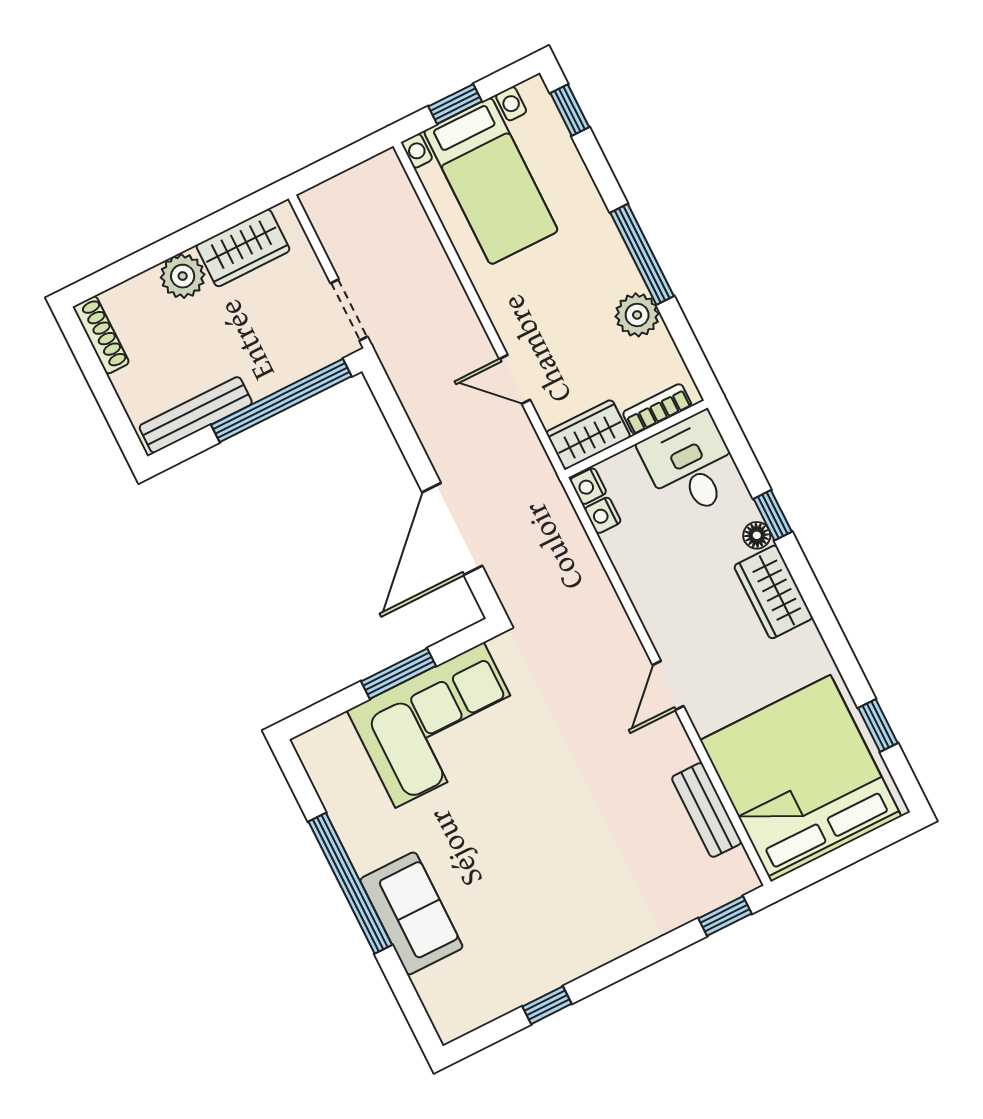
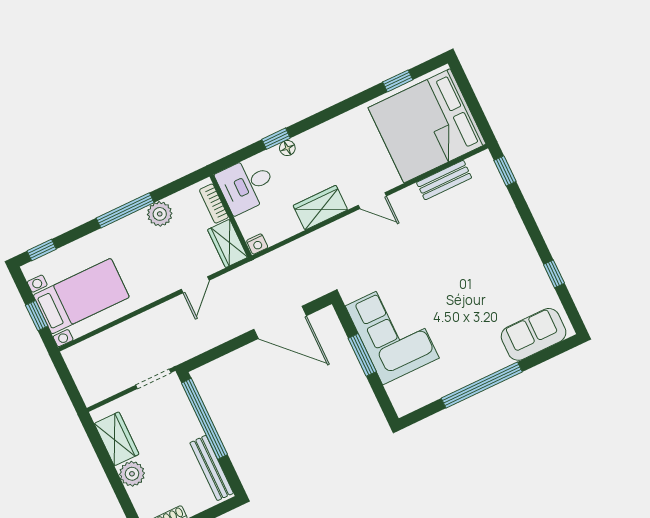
nightstand: (603, 515) -> (274, 236), removed
wardrobe: (773, 592) -> (320, 208), moved, turned 180
sofa: (411, 913) -> (534, 334), moved

